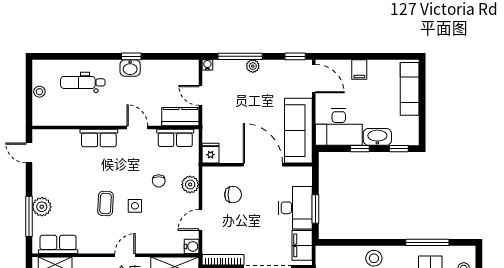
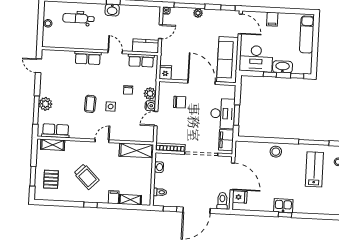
door: (201, 95) -> (160, 32), swing flipped
water cooler: (192, 246) -> (150, 106), moved

